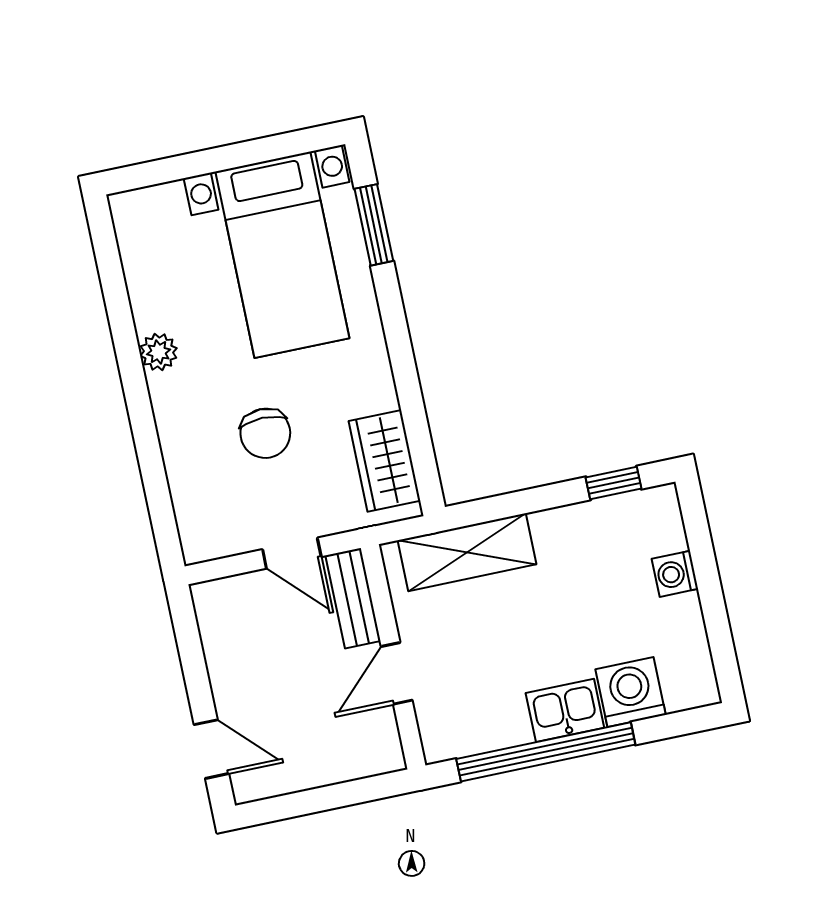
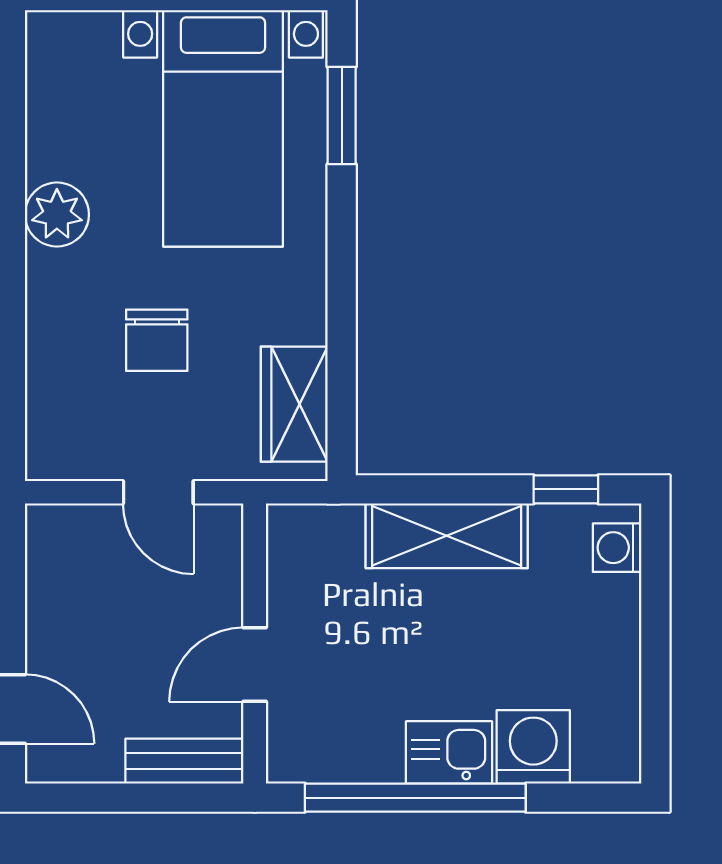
plant: (158, 352) -> (57, 214), width x1.38, depth x1.38
shelving: (467, 552) -> (447, 536), moved
washing machine: (675, 574) -> (617, 548), moved
bench: (353, 598) -> (184, 761), moved, turned 90

